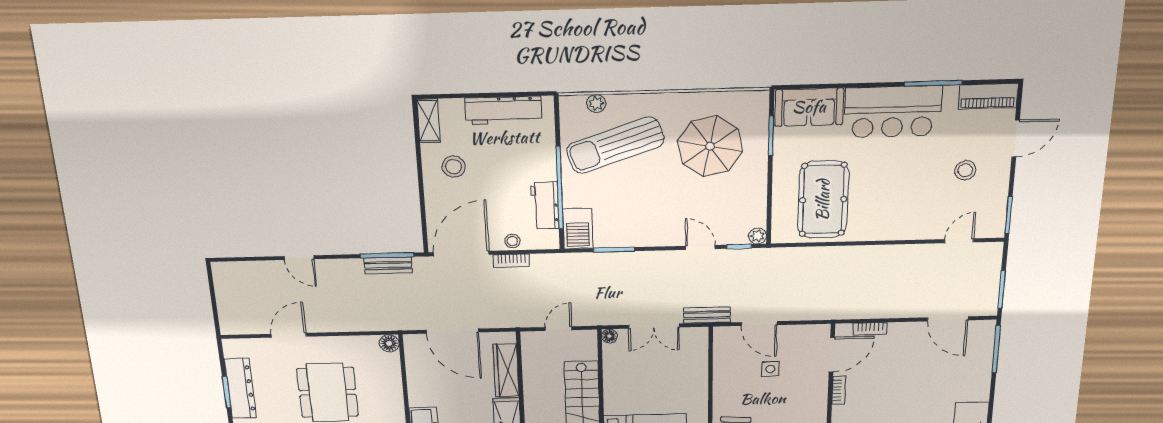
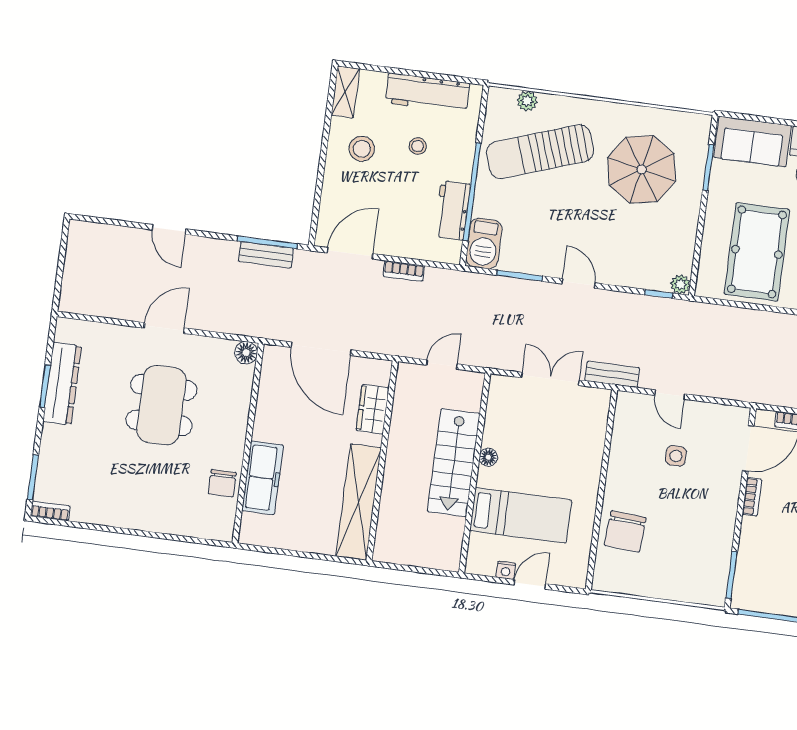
stool: (512, 241) -> (418, 146), moved
door: (700, 247) -> (579, 283), moved
door: (461, 253) -> (350, 253), width x0.73
door: (759, 324) -> (670, 395), width x0.73
double door: (654, 326) -> (550, 379), swing flipped
door: (289, 335) -> (164, 328), moved
floor lamp: (609, 336) -> (488, 457), moved
wardrobe: (506, 370) -> (373, 409), width x0.67

